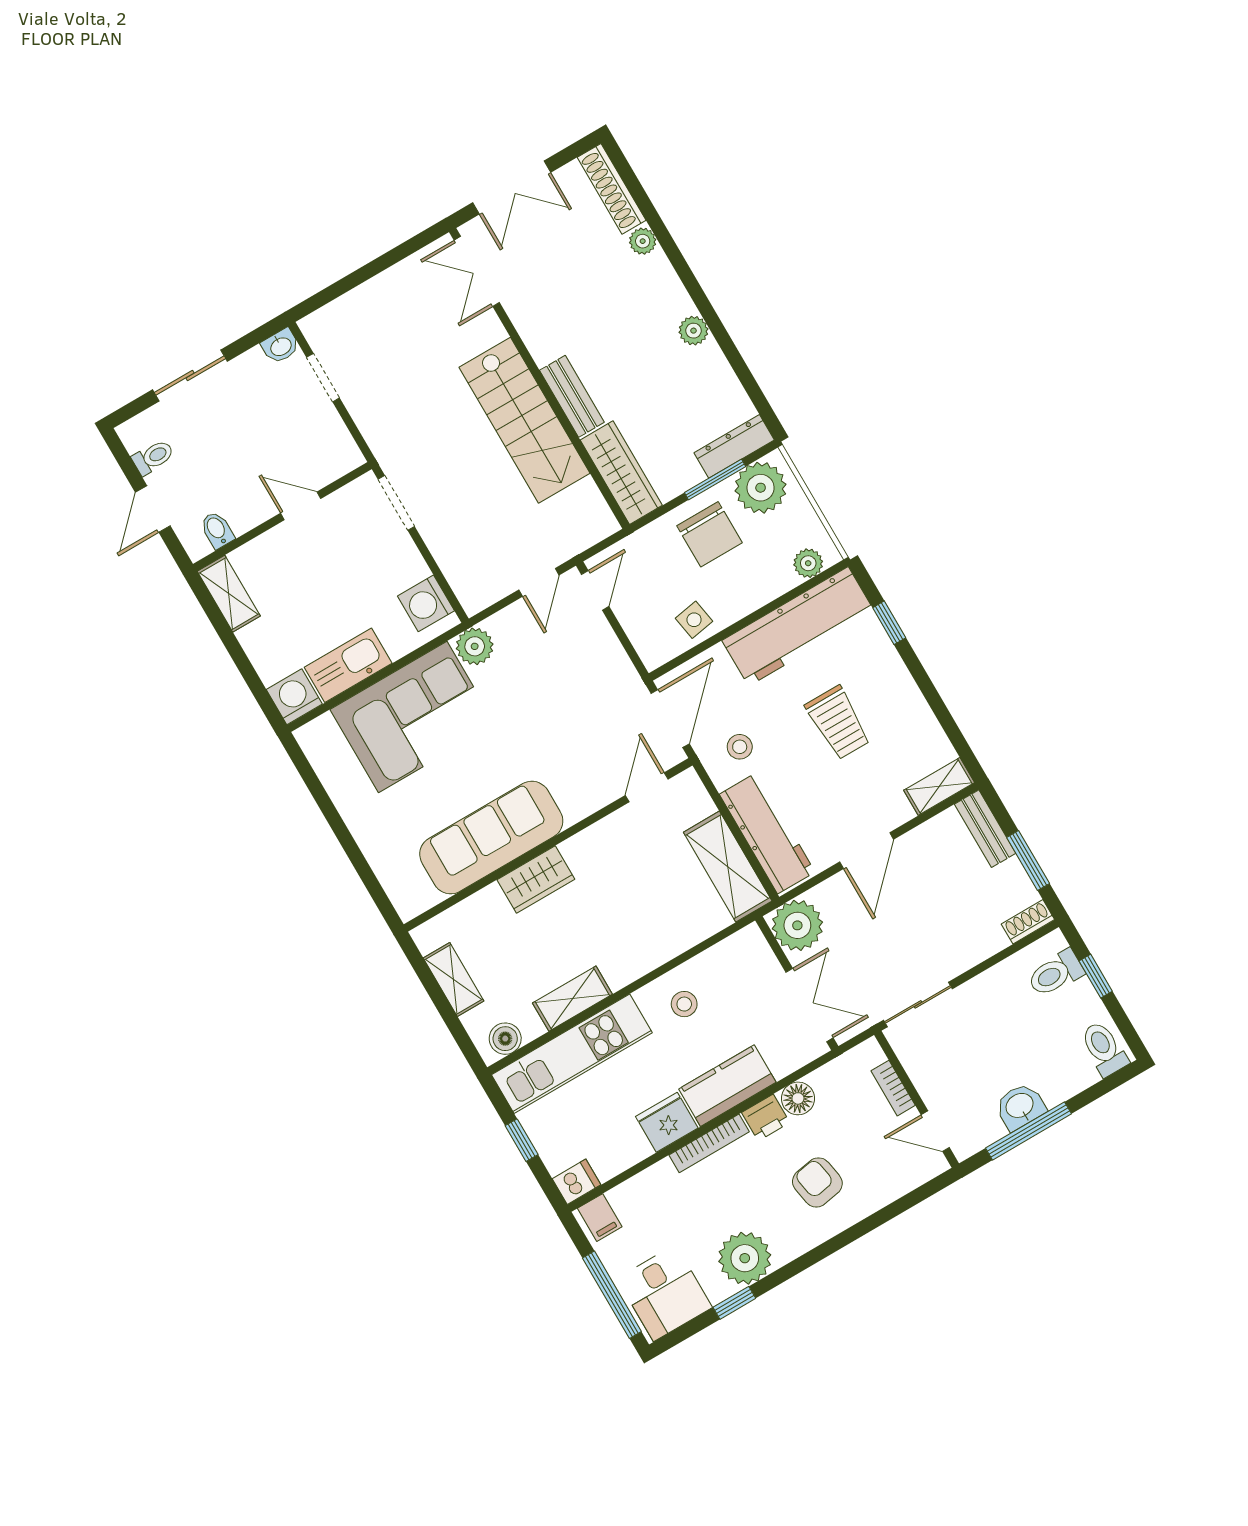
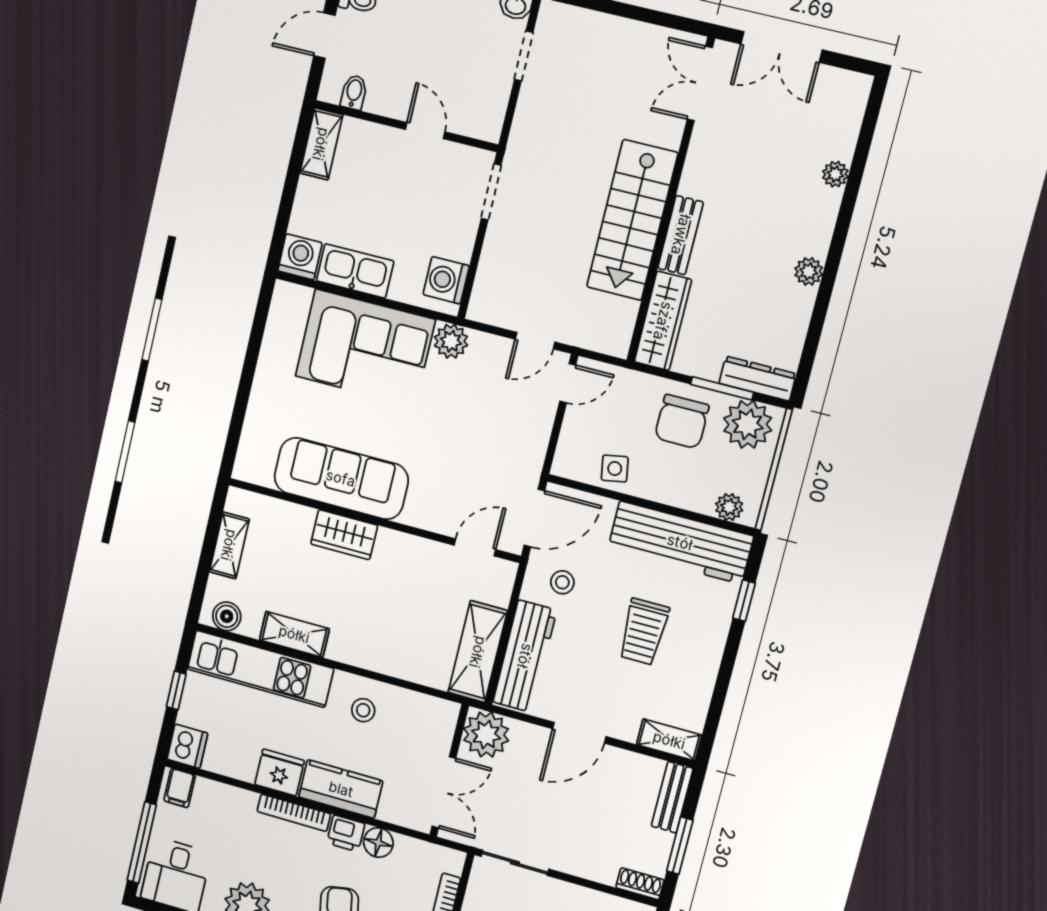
shoe rack: (612, 189) -> (850, 116), removed
dishwasher: (576, 1182) -> (187, 746), width x1.38

